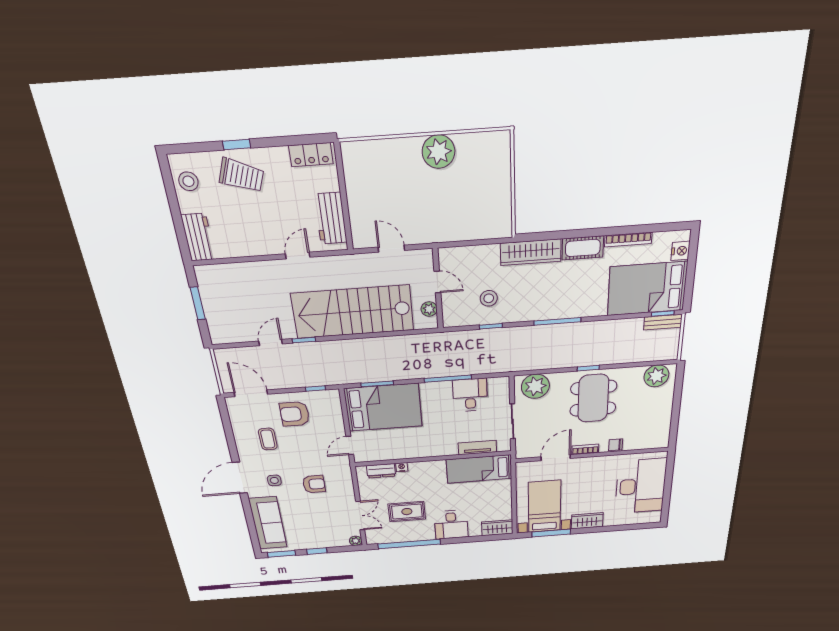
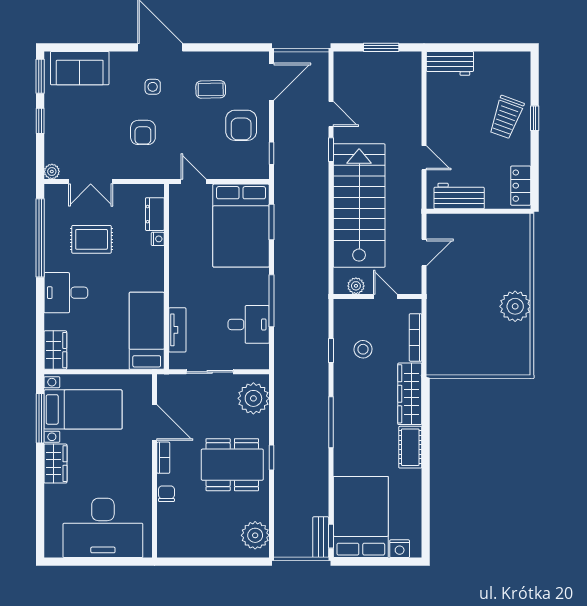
stool: (188, 181) -> (504, 66), removed
bookcase: (628, 240) -> (416, 337), moved
door: (437, 282) -> (385, 297), swing flipped
armchair: (295, 414) -> (241, 125), turned 180
rug: (407, 512) -> (92, 239), turned 90
sofa: (268, 523) -> (80, 68), width x0.73

